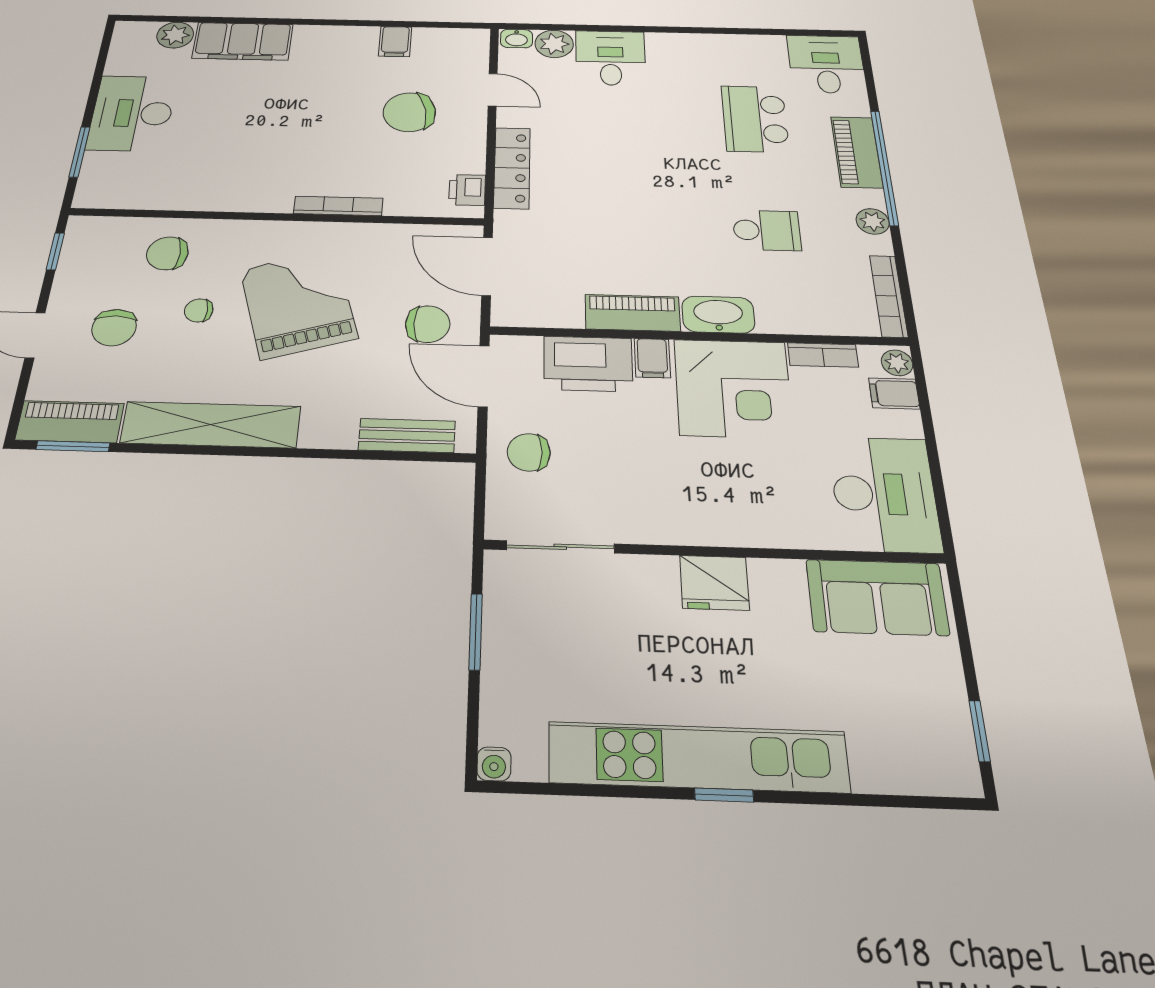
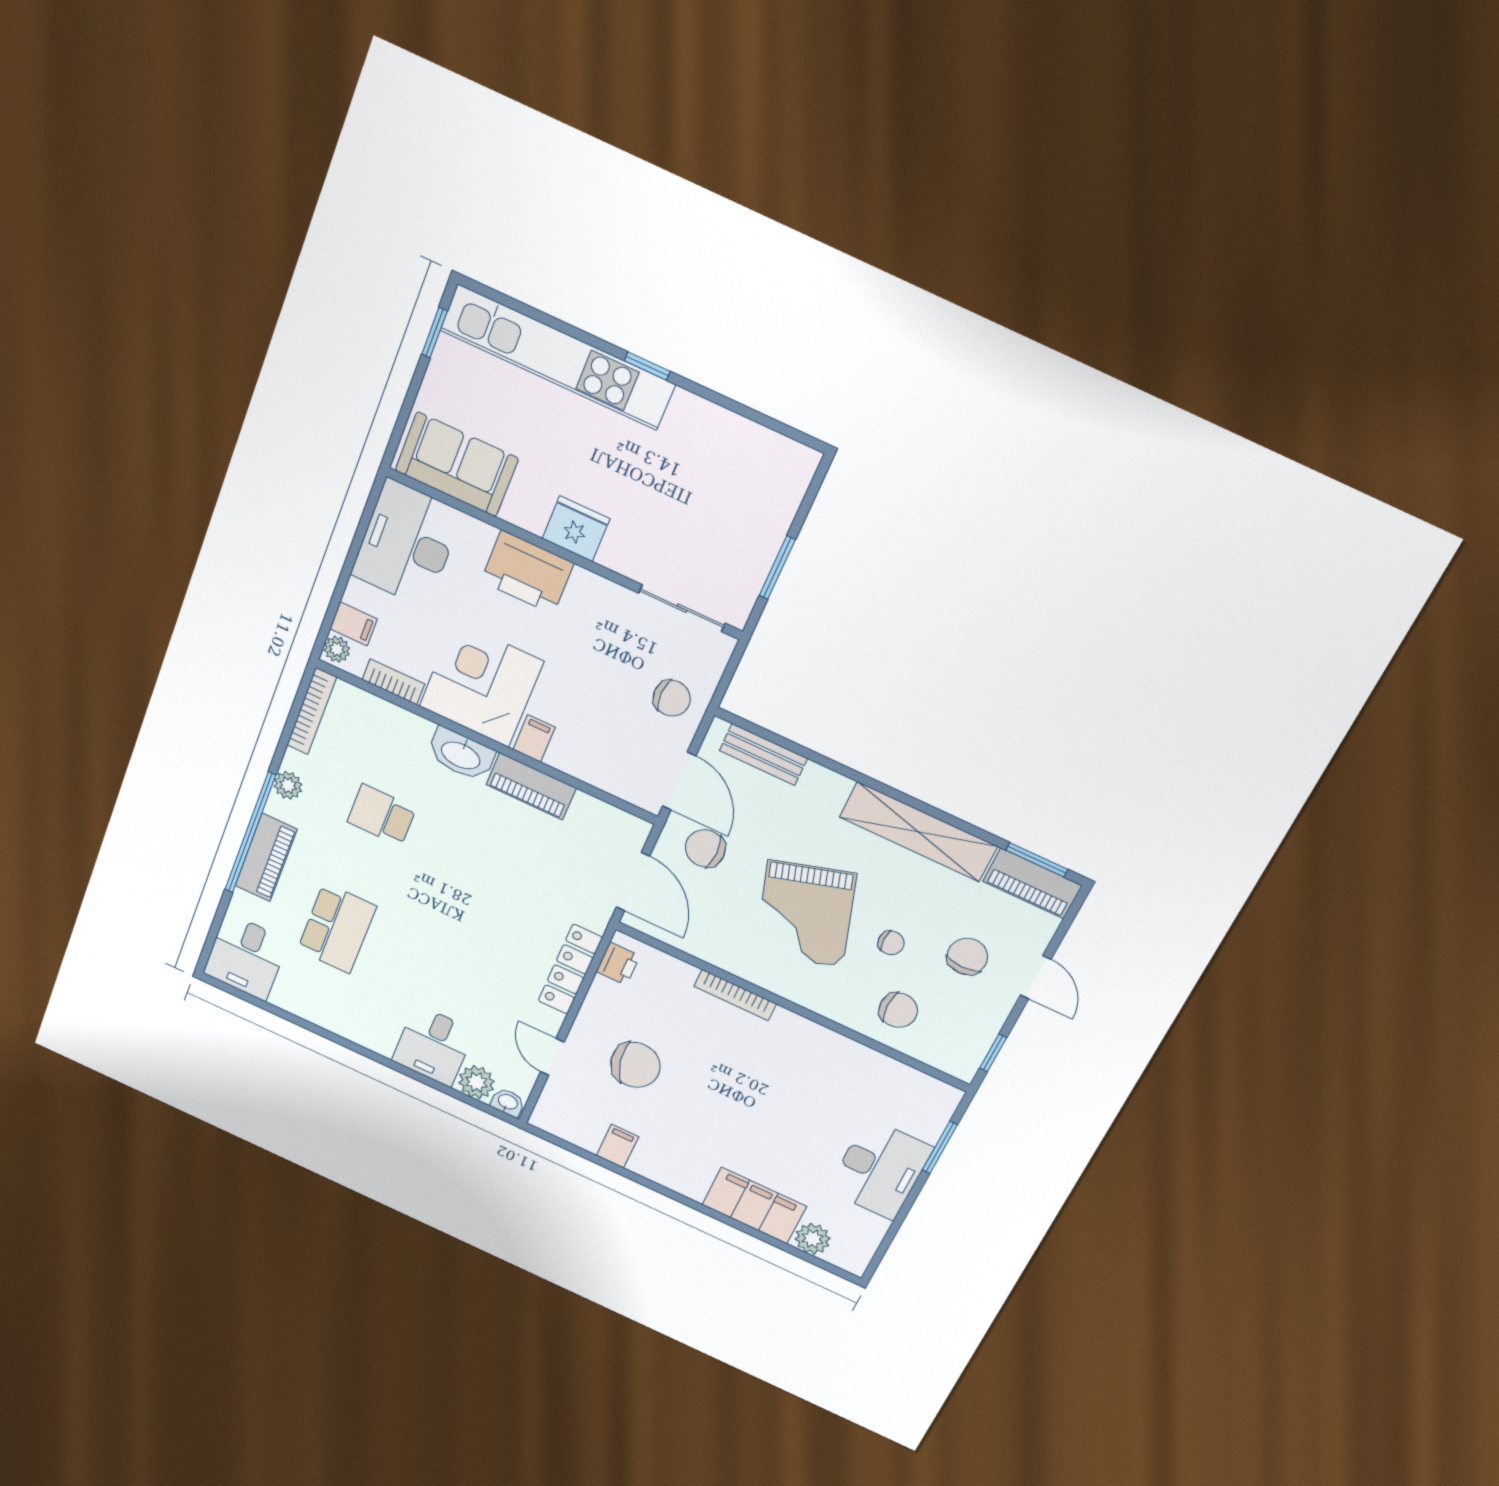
printer: (588, 364) -> (527, 572), moved, turned 180
kitchen unit: (698, 757) -> (557, 357), moved
water cooler: (494, 764) -> (807, 460), removed

